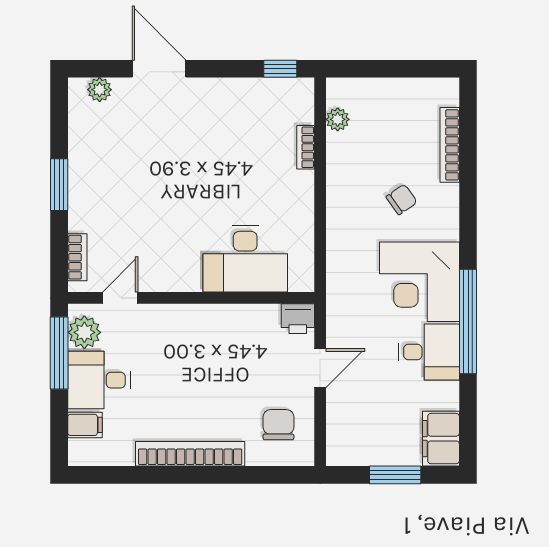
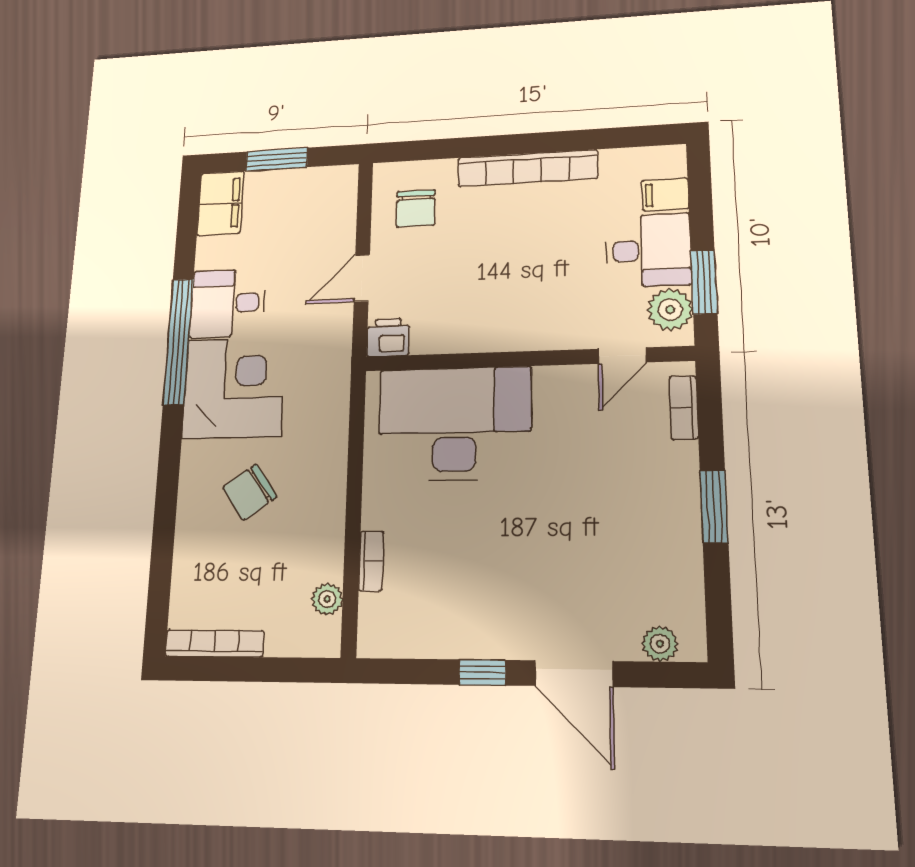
window: (280, 69) -> (482, 672), moved
bookcase: (450, 145) -> (214, 643), moved, turned -90
chair: (402, 199) -> (250, 492), width x1.37, depth x1.37
desk: (245, 259) -> (454, 424), width x1.36, depth x1.30
window: (59, 353) -> (704, 282), width x0.69

